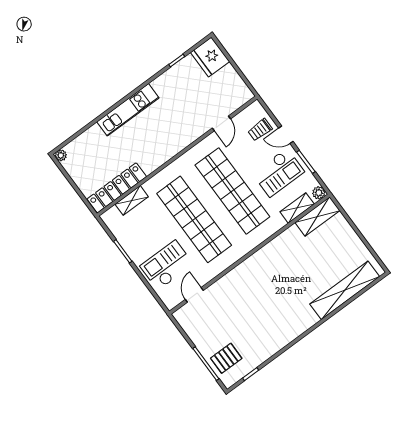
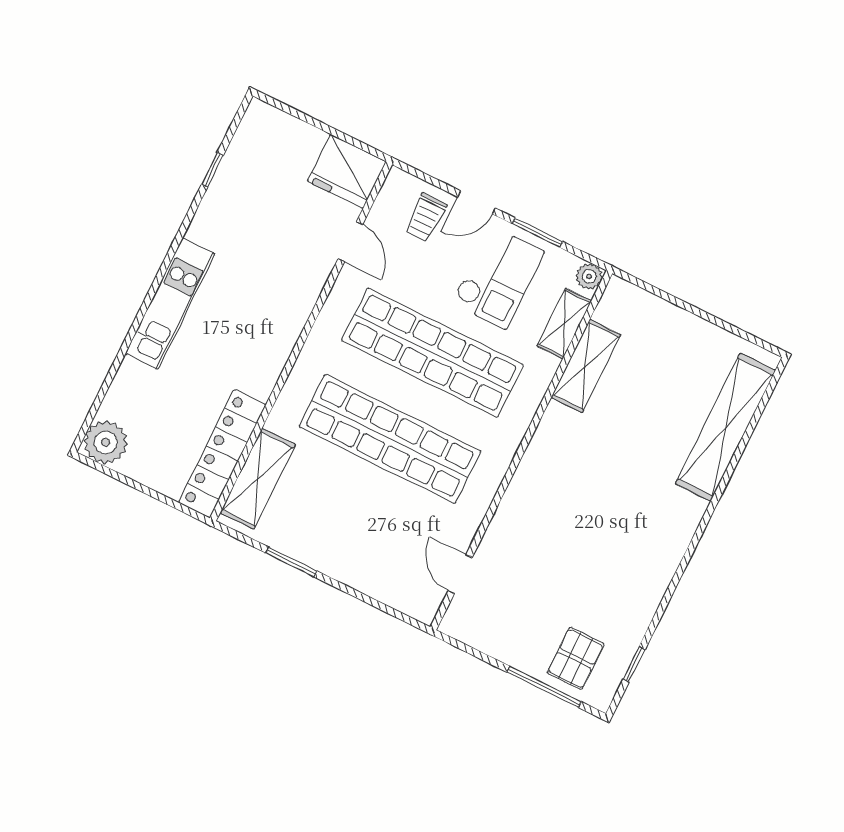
fridge: (210, 57) -> (347, 171), moved
plant: (61, 155) -> (106, 442), width x1.88, depth x1.88
shelving: (132, 200) -> (258, 479), width x1.50, depth x1.33
shelving: (317, 216) -> (586, 366), moved
checkout: (167, 265) -> (383, 546), removed

